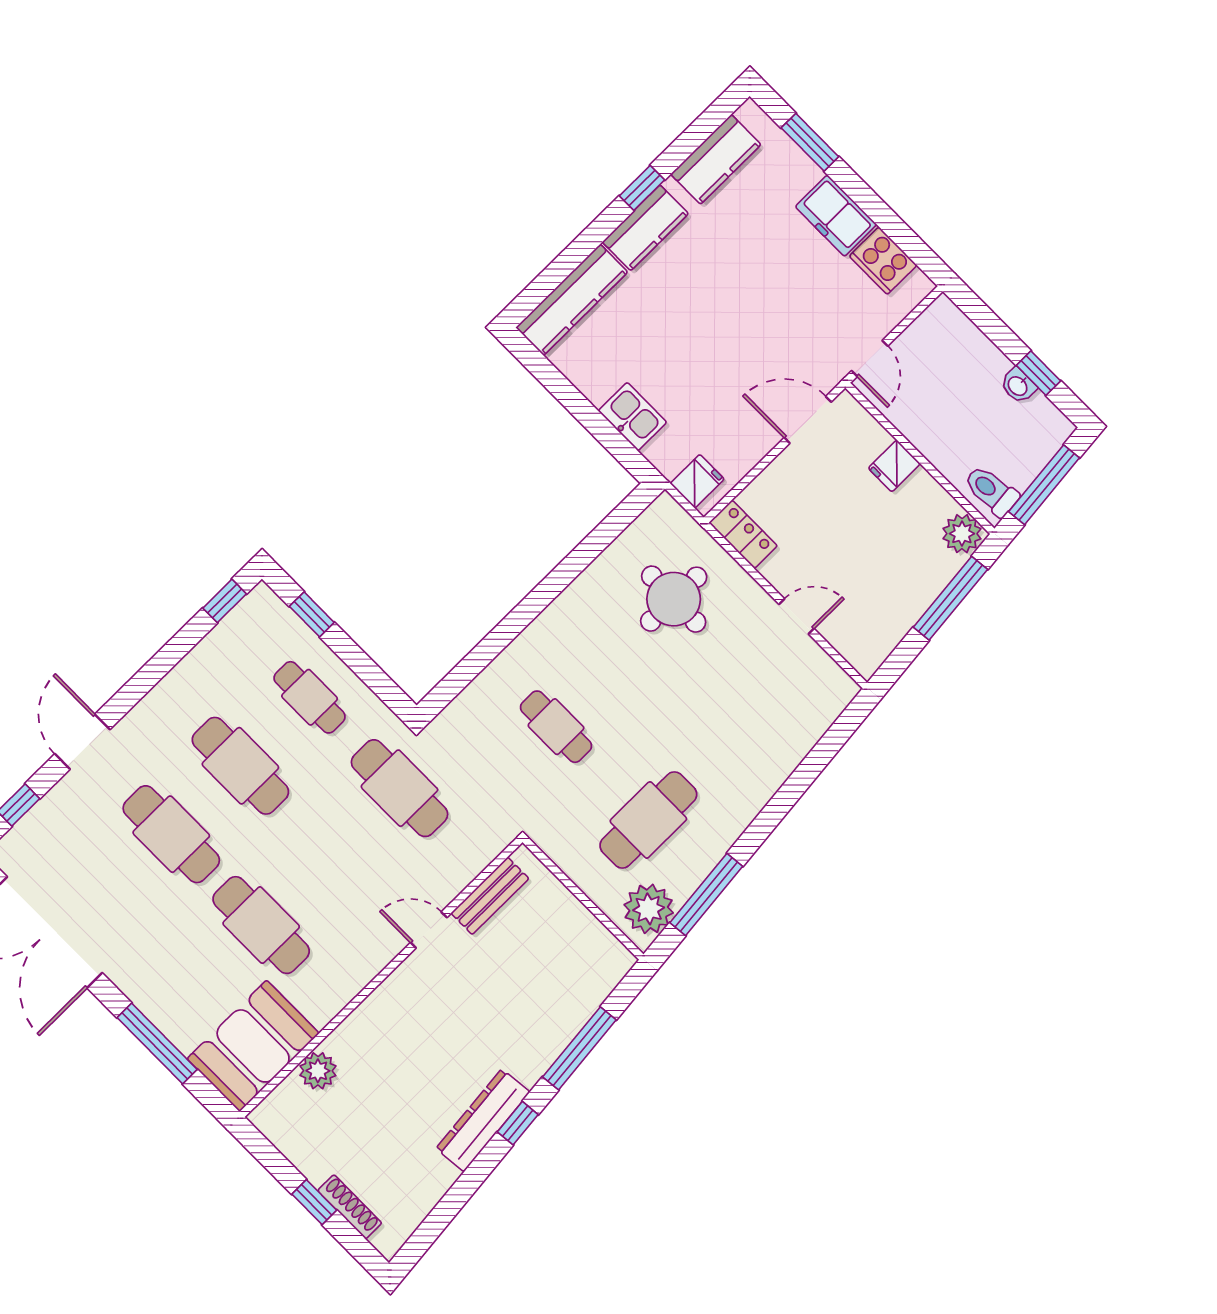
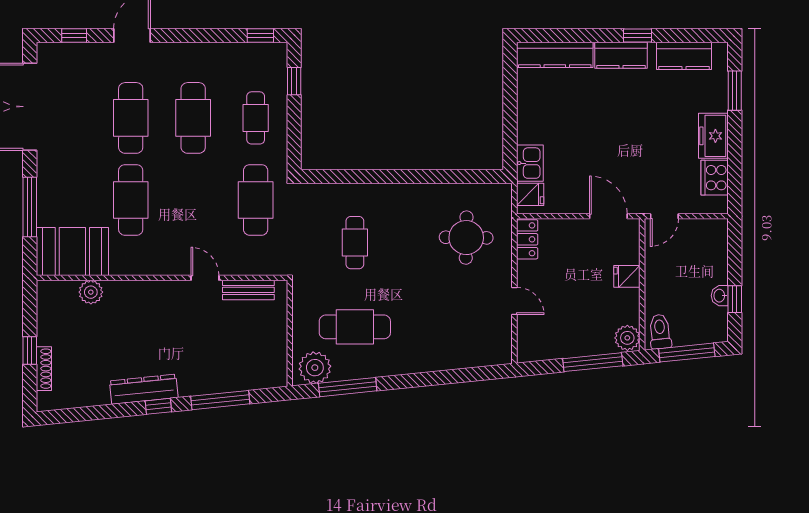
kitchen sink: (633, 417) -> (530, 163), moved

